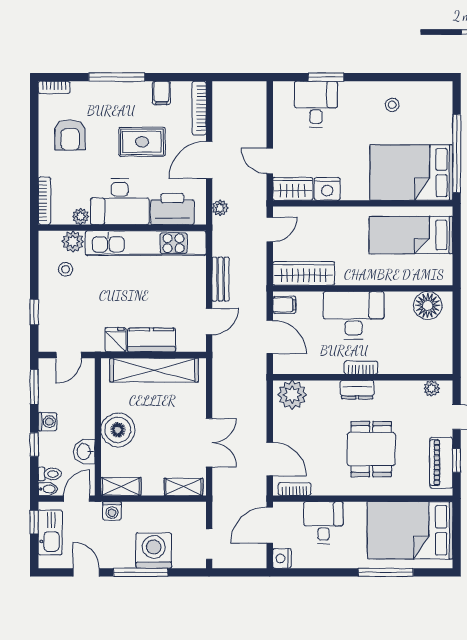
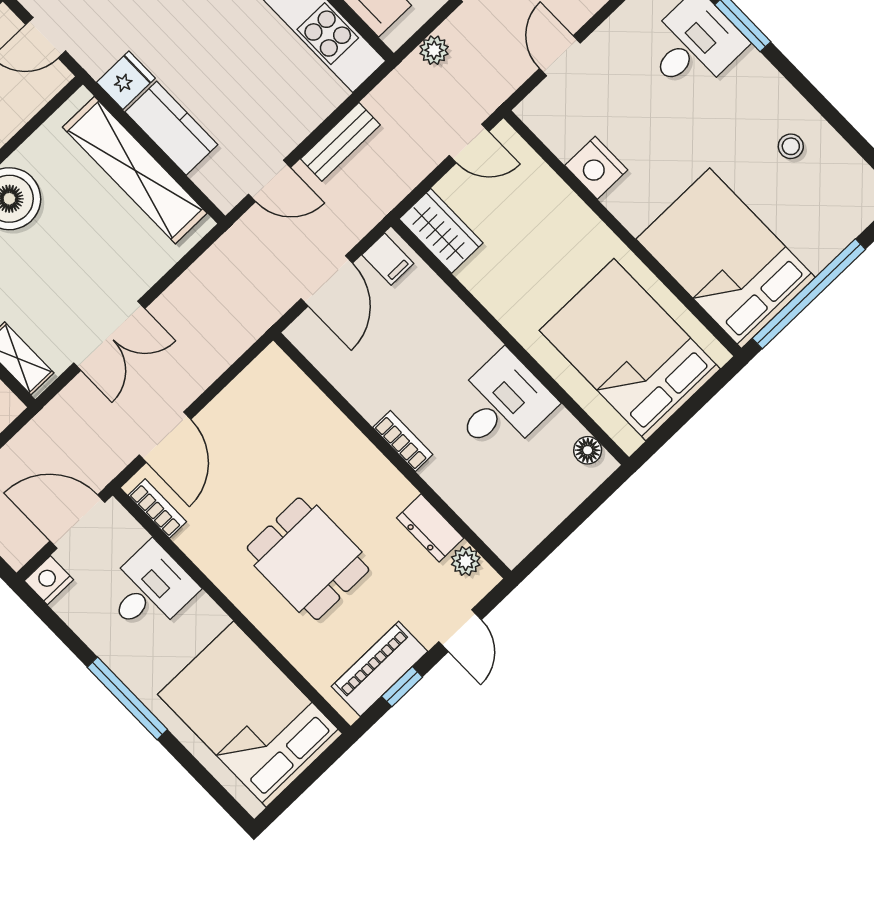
wardrobe: (293, 189) -> (552, 122), removed
bed: (411, 235) -> (630, 350), width x1.50
wardrobe: (304, 273) -> (441, 231), width x0.67
floor lamp: (428, 305) -> (588, 450), width x0.53, depth x0.53
desk: (354, 315) -> (502, 404), moved, width x0.73
dresser: (357, 390) -> (430, 528), moved
plant: (292, 395) -> (279, 385), removed
dining table: (371, 449) -> (308, 559), turned 90
window: (386, 572) -> (127, 698), moved

